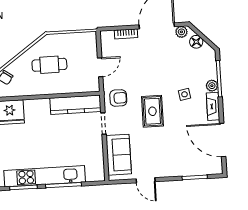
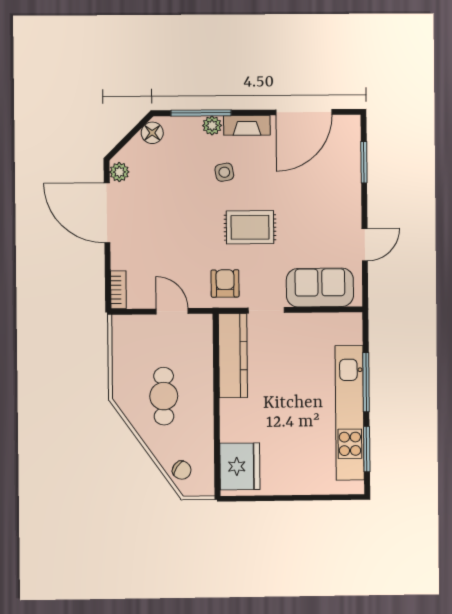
bookcase: (126, 34) -> (118, 290), moved
floor lamp: (196, 42) -> (152, 133), moved

